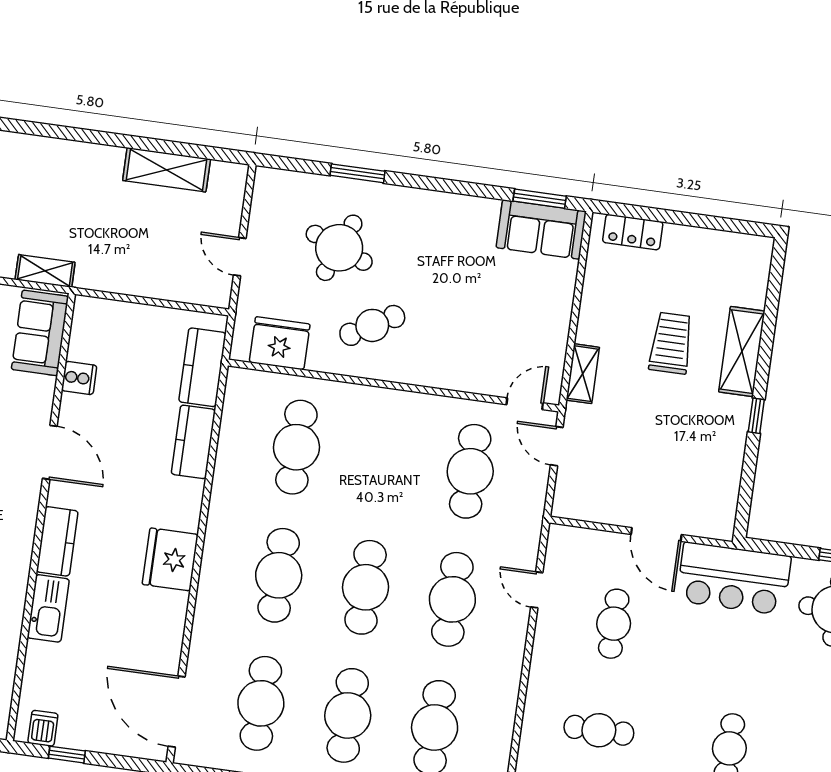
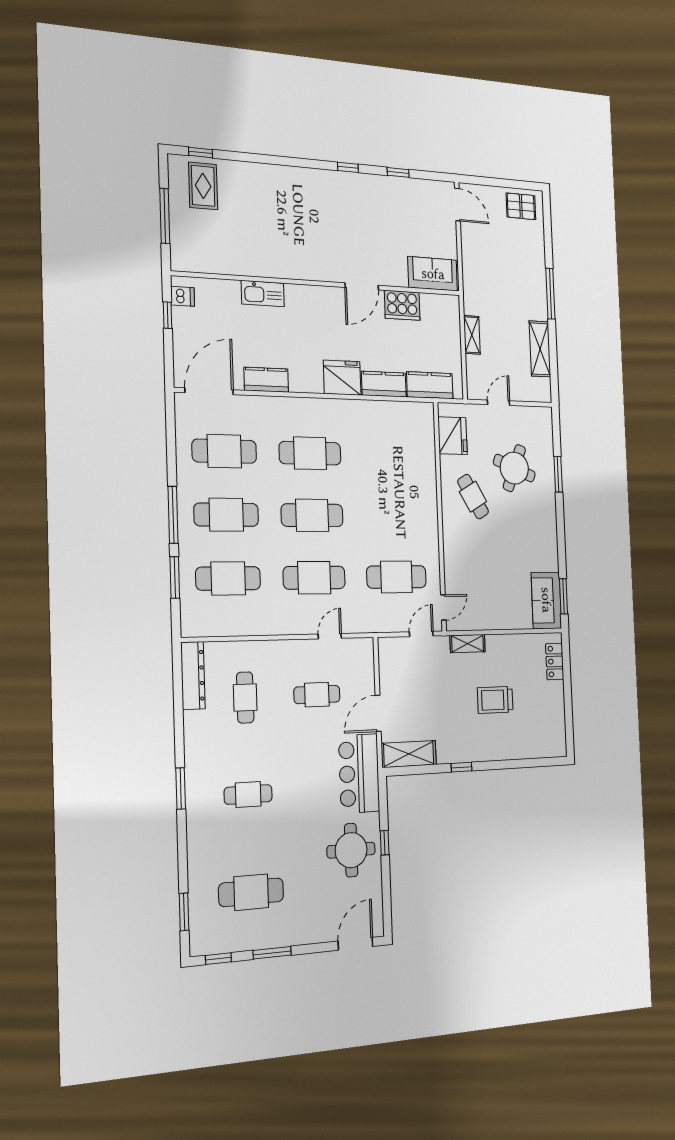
window: (85, 136) -> (550, 294), added
shelving: (45, 271) -> (472, 335), moved
trolley: (671, 343) -> (495, 700), turned 180
shelving: (742, 352) -> (409, 754), moved
cooker: (79, 378) -> (402, 305), width x1.87, depth x1.31
door: (525, 404) -> (443, 607), hinge flipped
cafe table: (296, 447) -> (392, 455), removed
kitchen counter: (57, 541) -> (266, 380), moved, turned 180
fridge: (170, 559) -> (342, 378), moved

